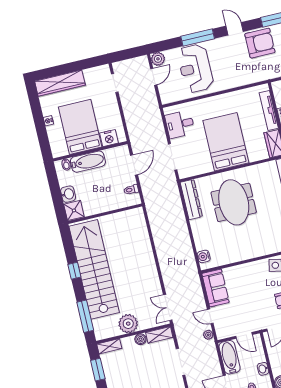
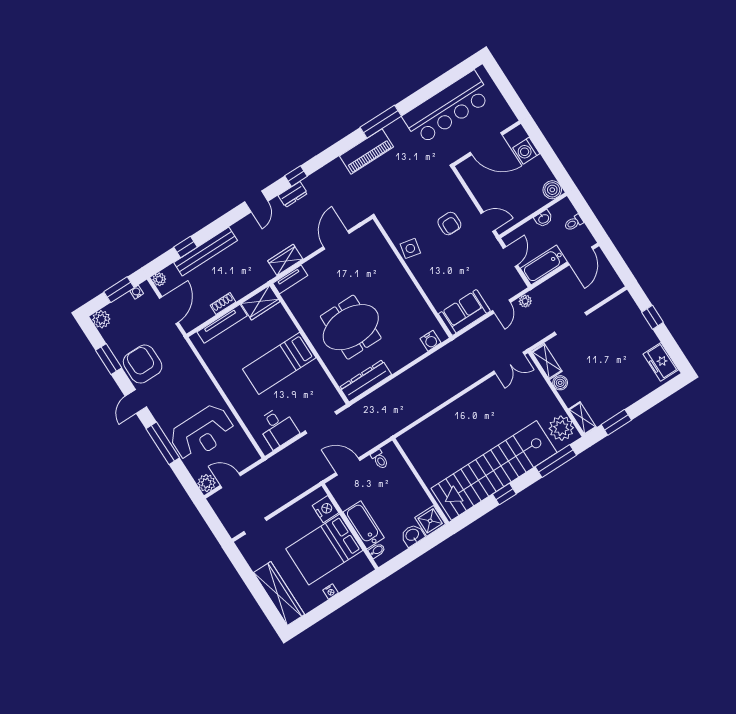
bed: (226, 142) -> (279, 363), width x0.67
plant: (128, 324) -> (561, 428), moved

